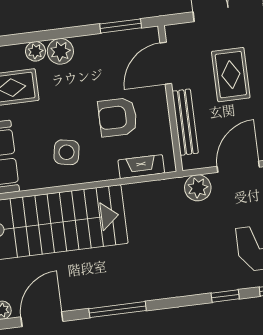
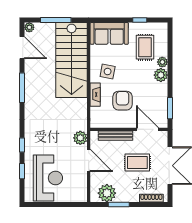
fireplace: (141, 167) -> (95, 95), moved

